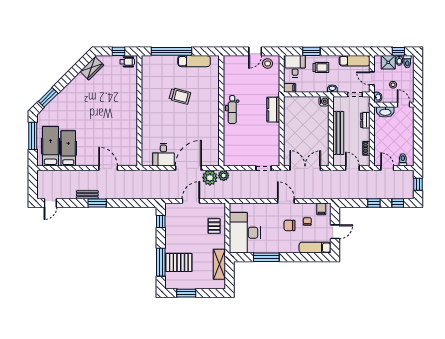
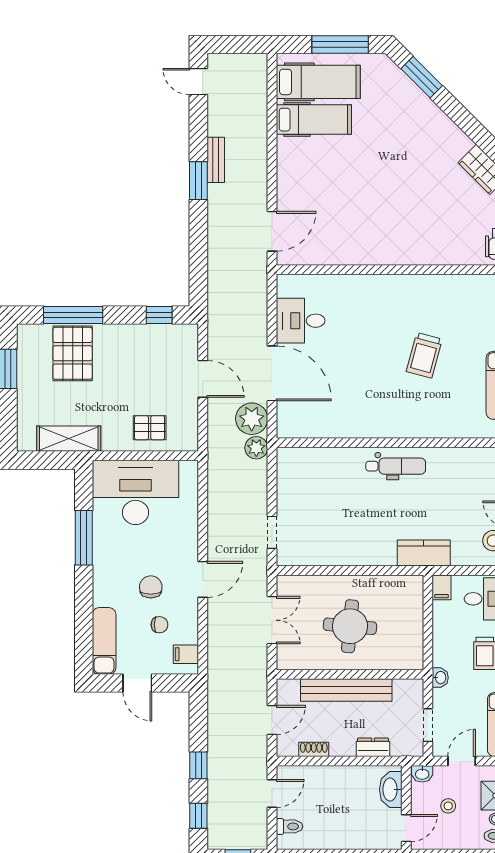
water cooler: (324, 101) -> (413, 660), removed
dental chair: (232, 110) -> (396, 466), turned 180
kitchen counter: (273, 110) -> (424, 553), moved
round table: (308, 131) -> (350, 626), added
door: (108, 168) -> (272, 231), moved
double door: (305, 168) -> (272, 620), width x0.73

